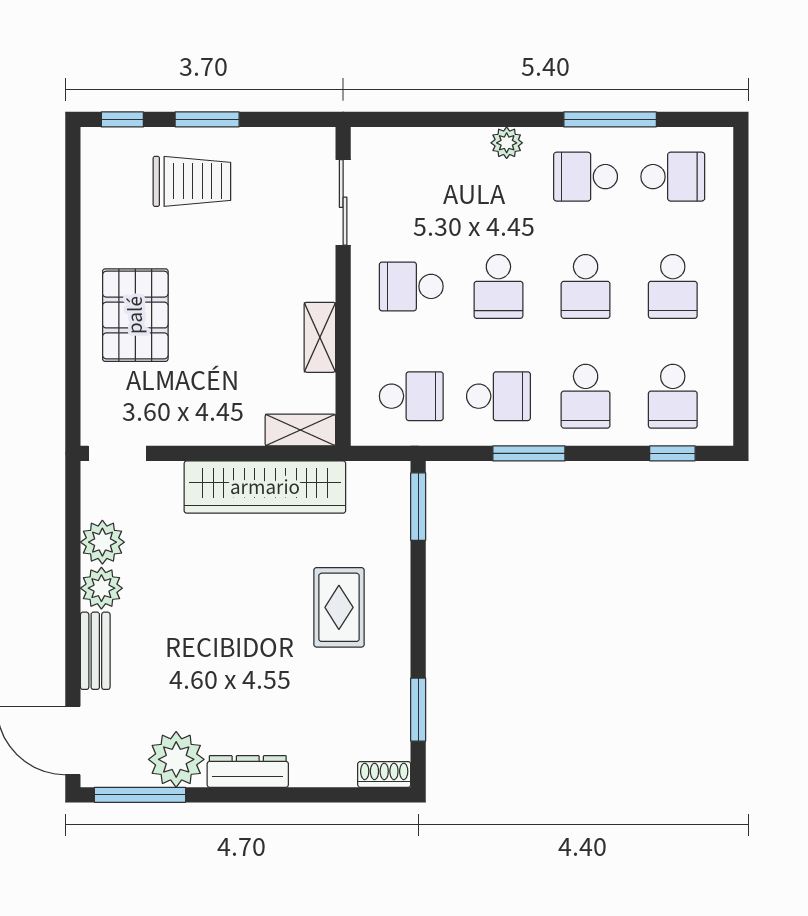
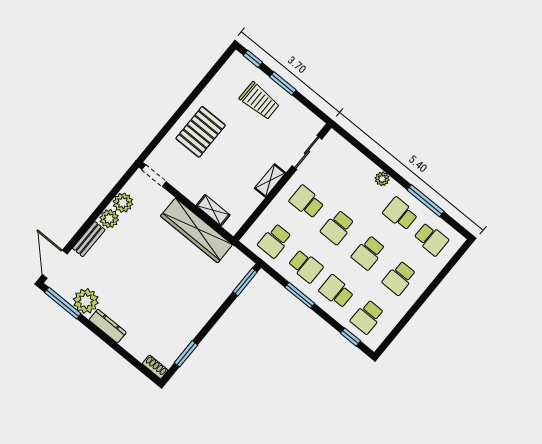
shelving: (320, 337) -> (270, 180), moved
school desk: (411, 396) -> (275, 241), turned 90
school desk: (586, 396) -> (336, 292), turned 90
shelving: (300, 430) -> (213, 210), moved
rug: (339, 607) -> (188, 295), removed

